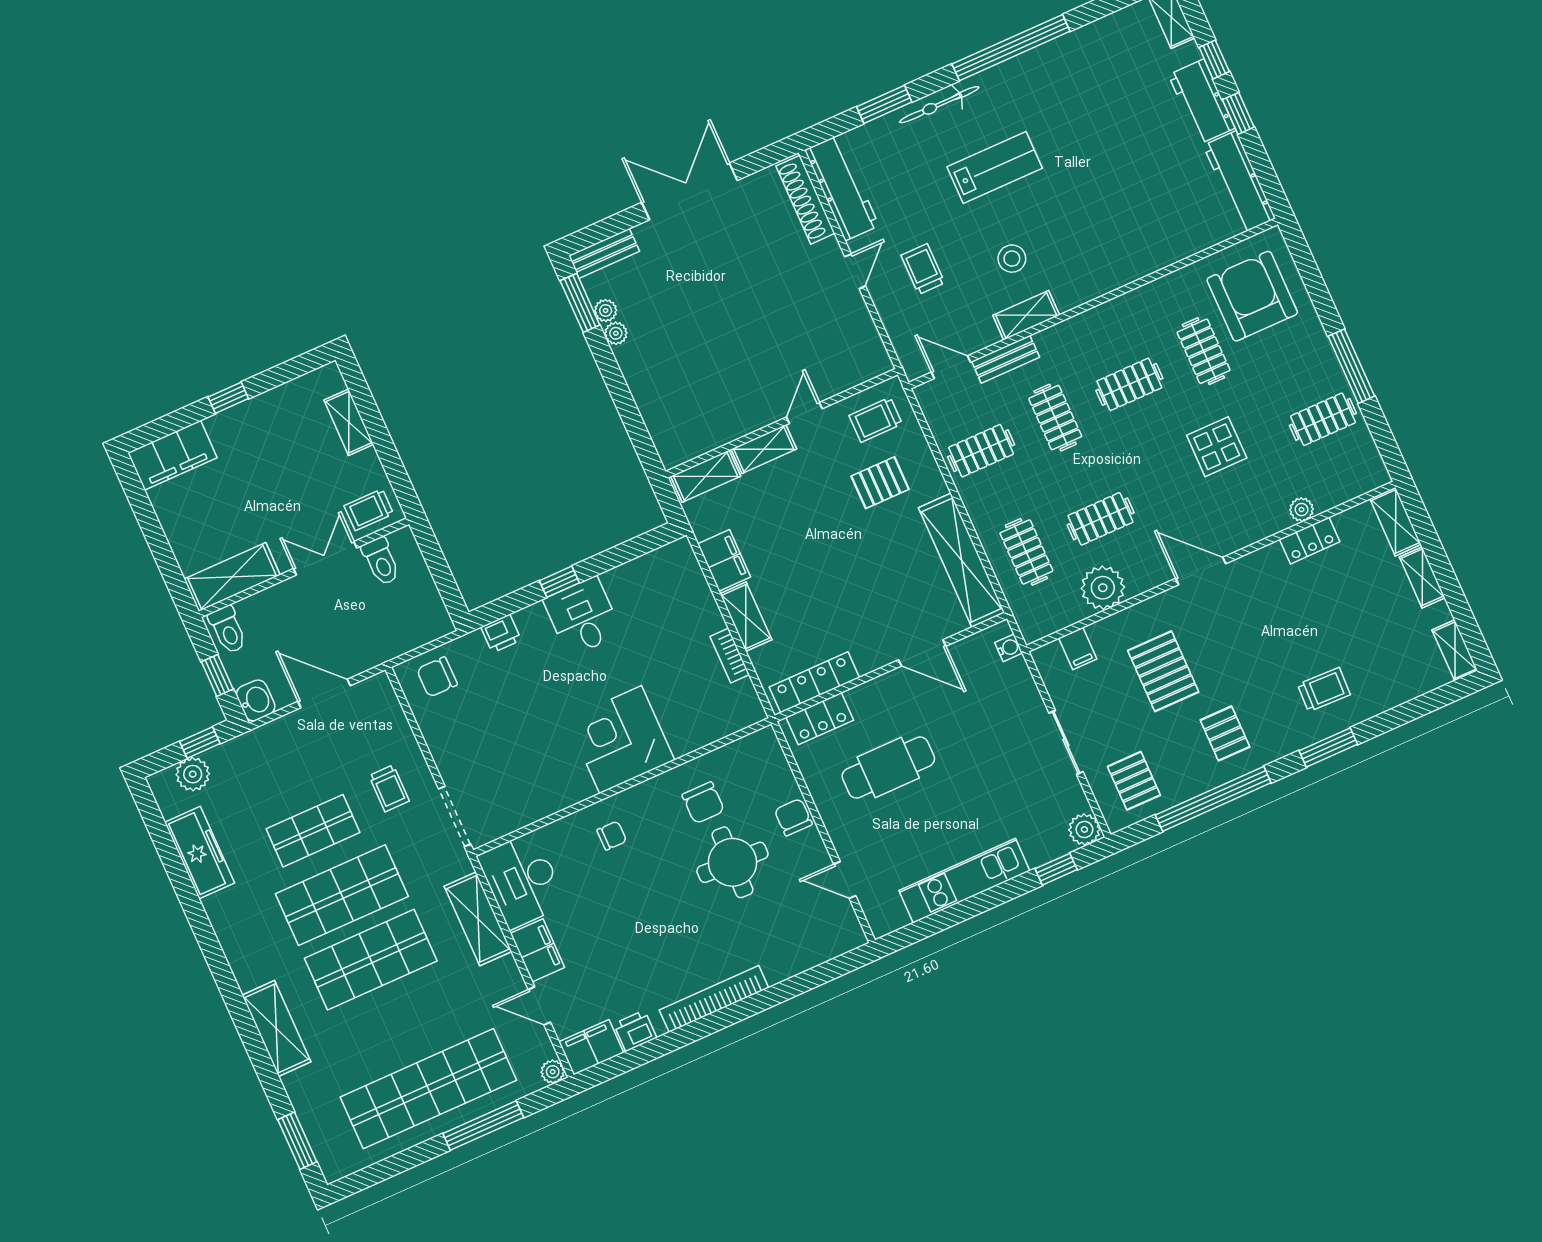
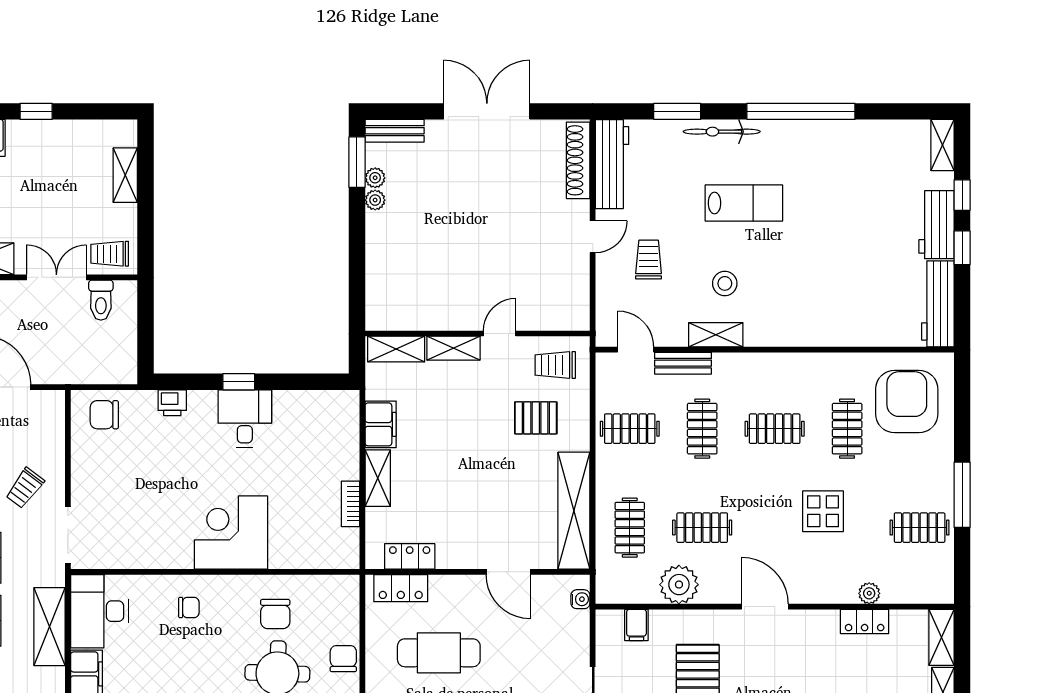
locker: (814, 682) -> (410, 556), width x0.66
trolley: (389, 788) -> (25, 488), turned 37

